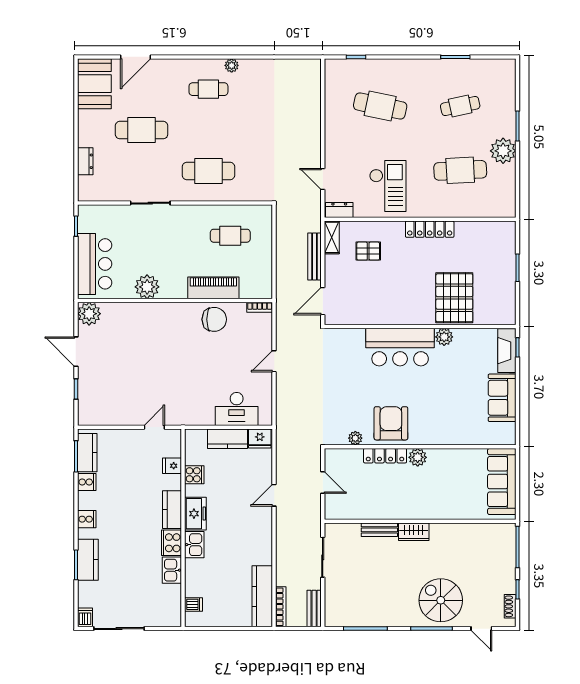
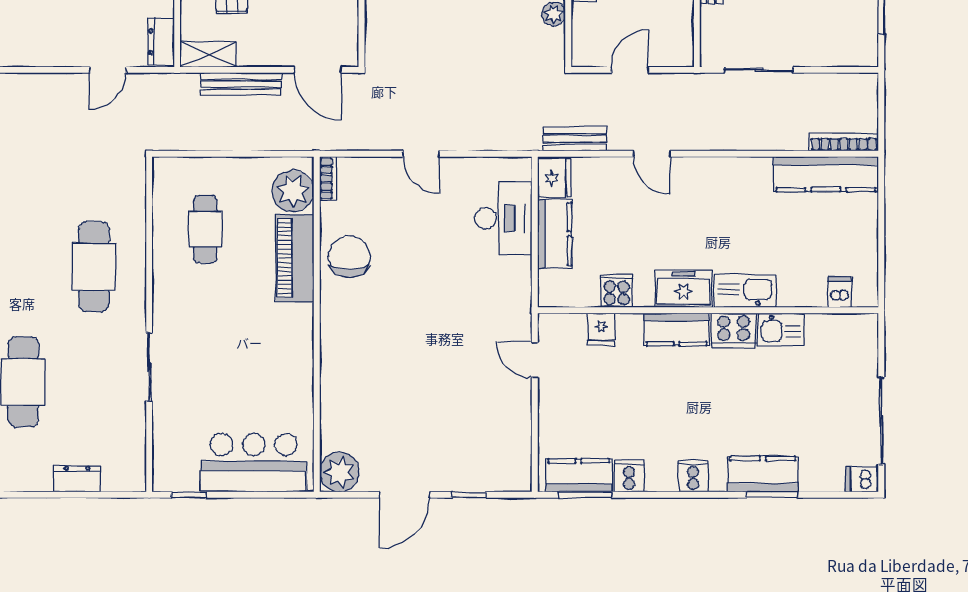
plant: (147, 287) -> (293, 191), moved
kitchen sink: (194, 545) -> (745, 291), width x1.38
bench: (314, 608) -> (575, 139), moved

